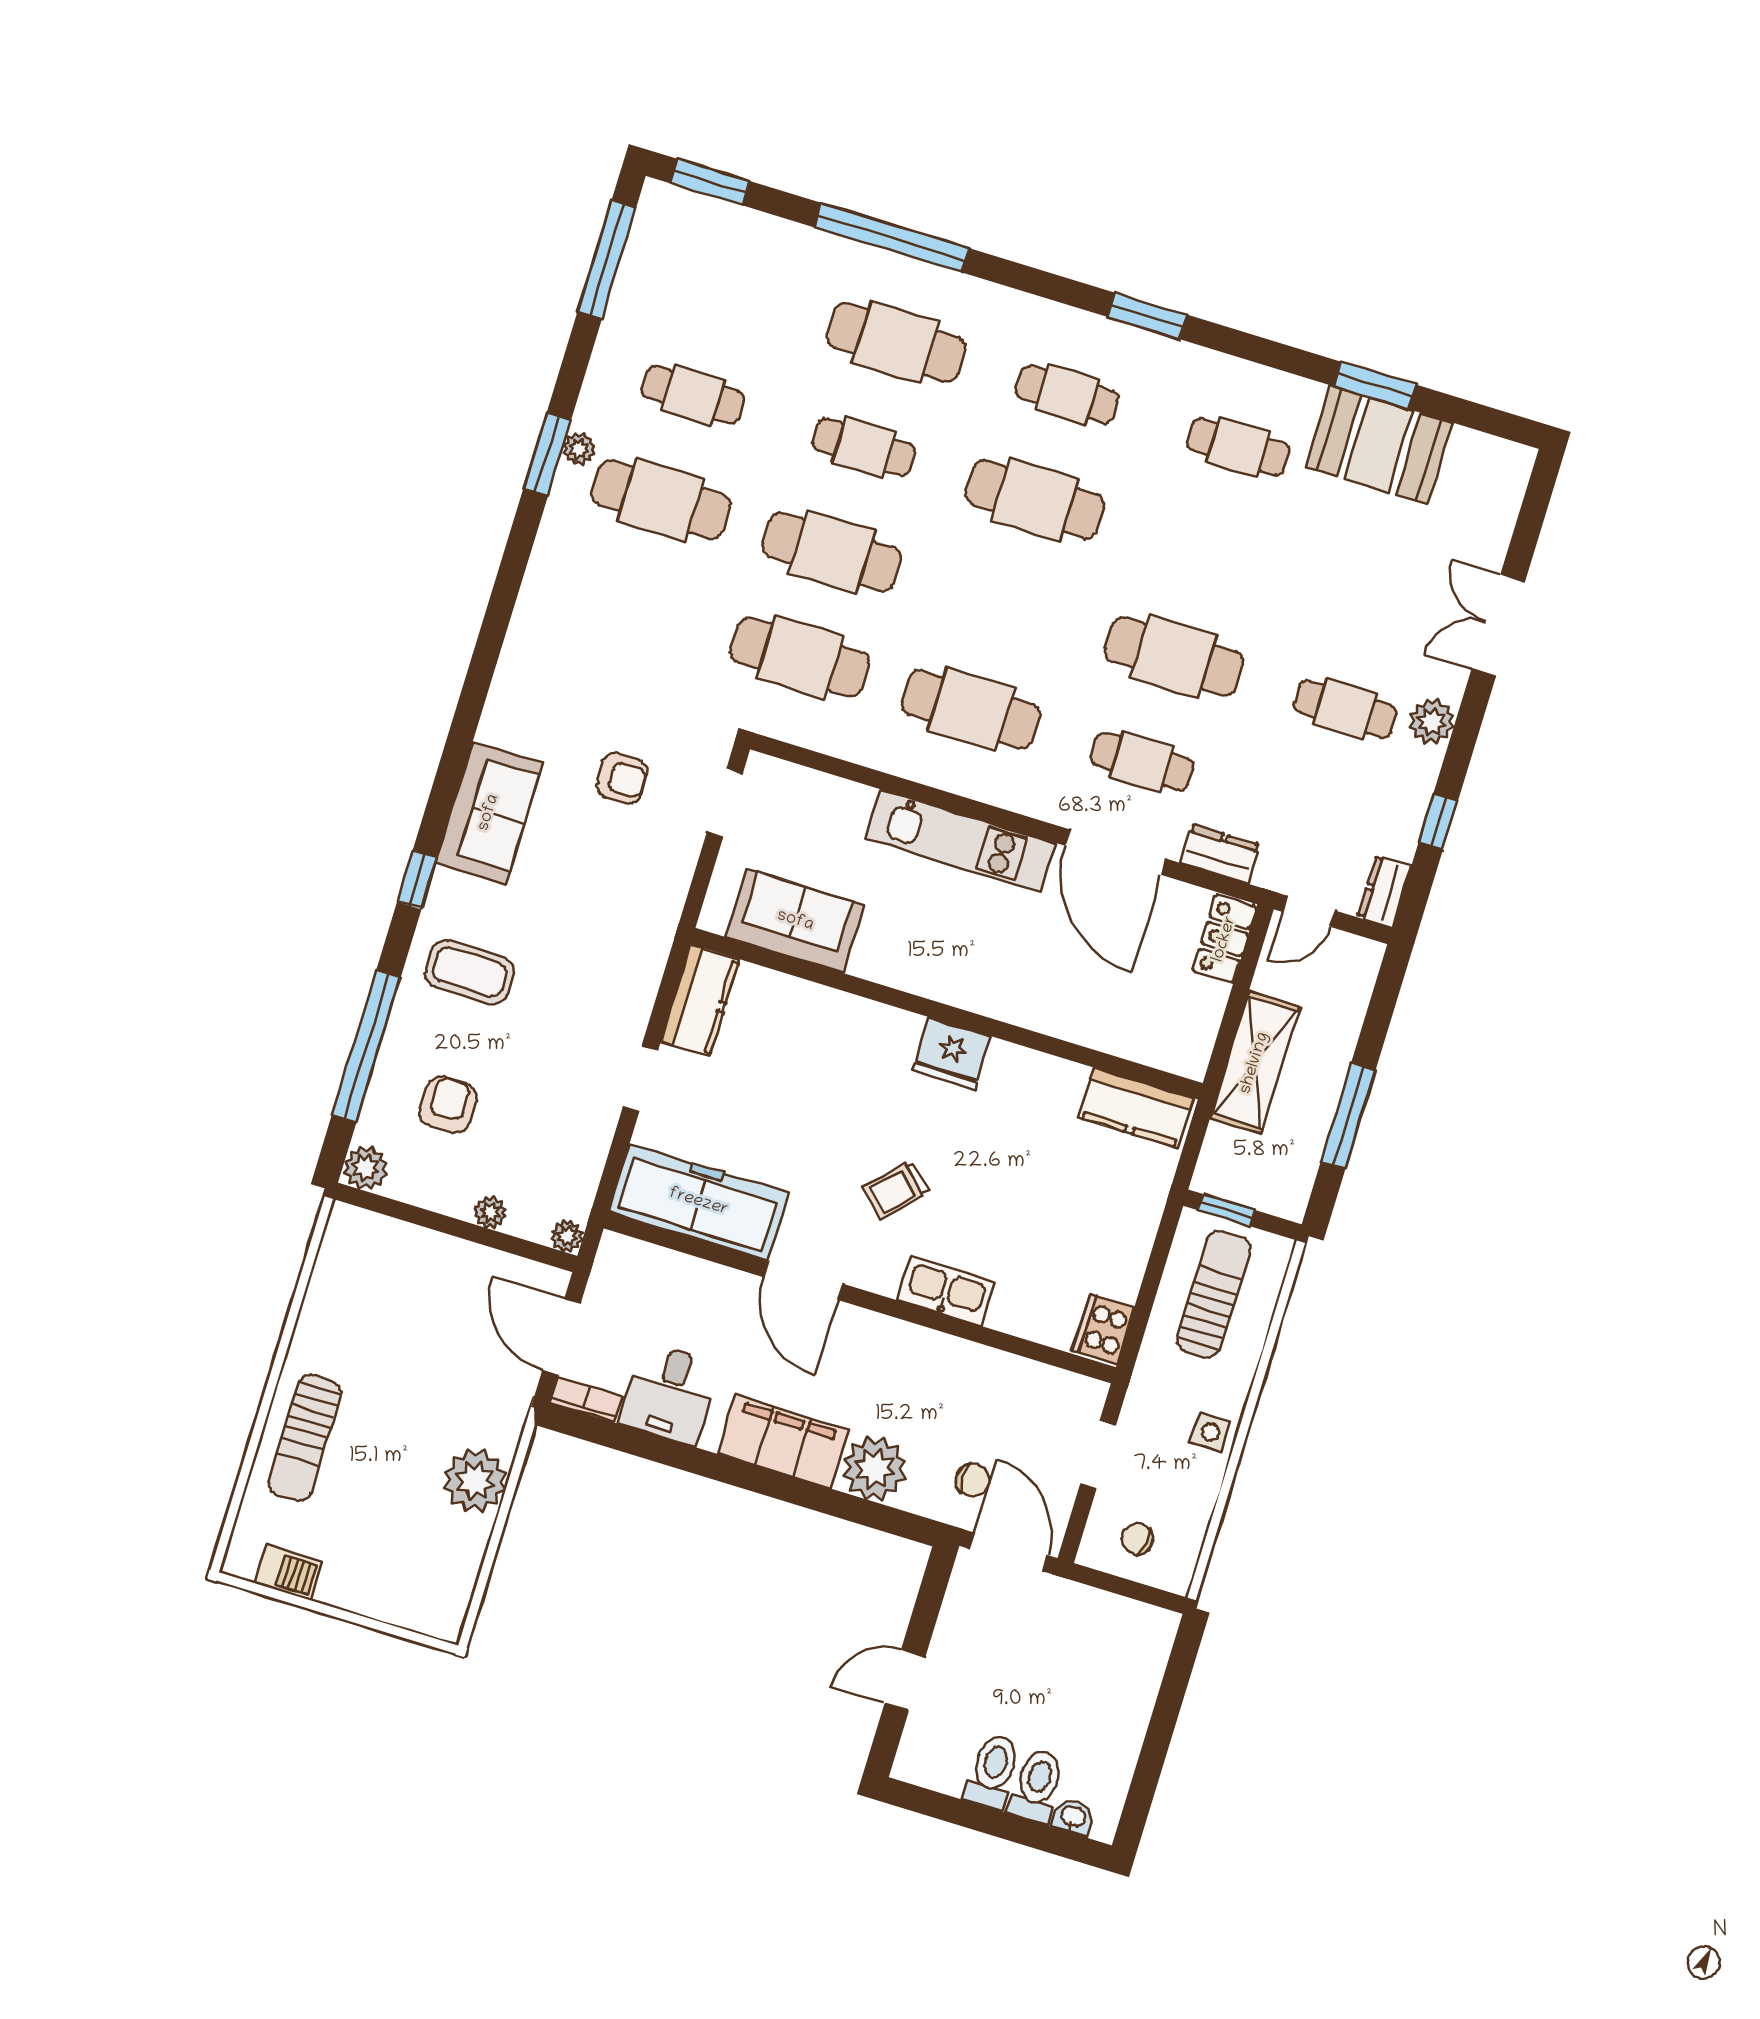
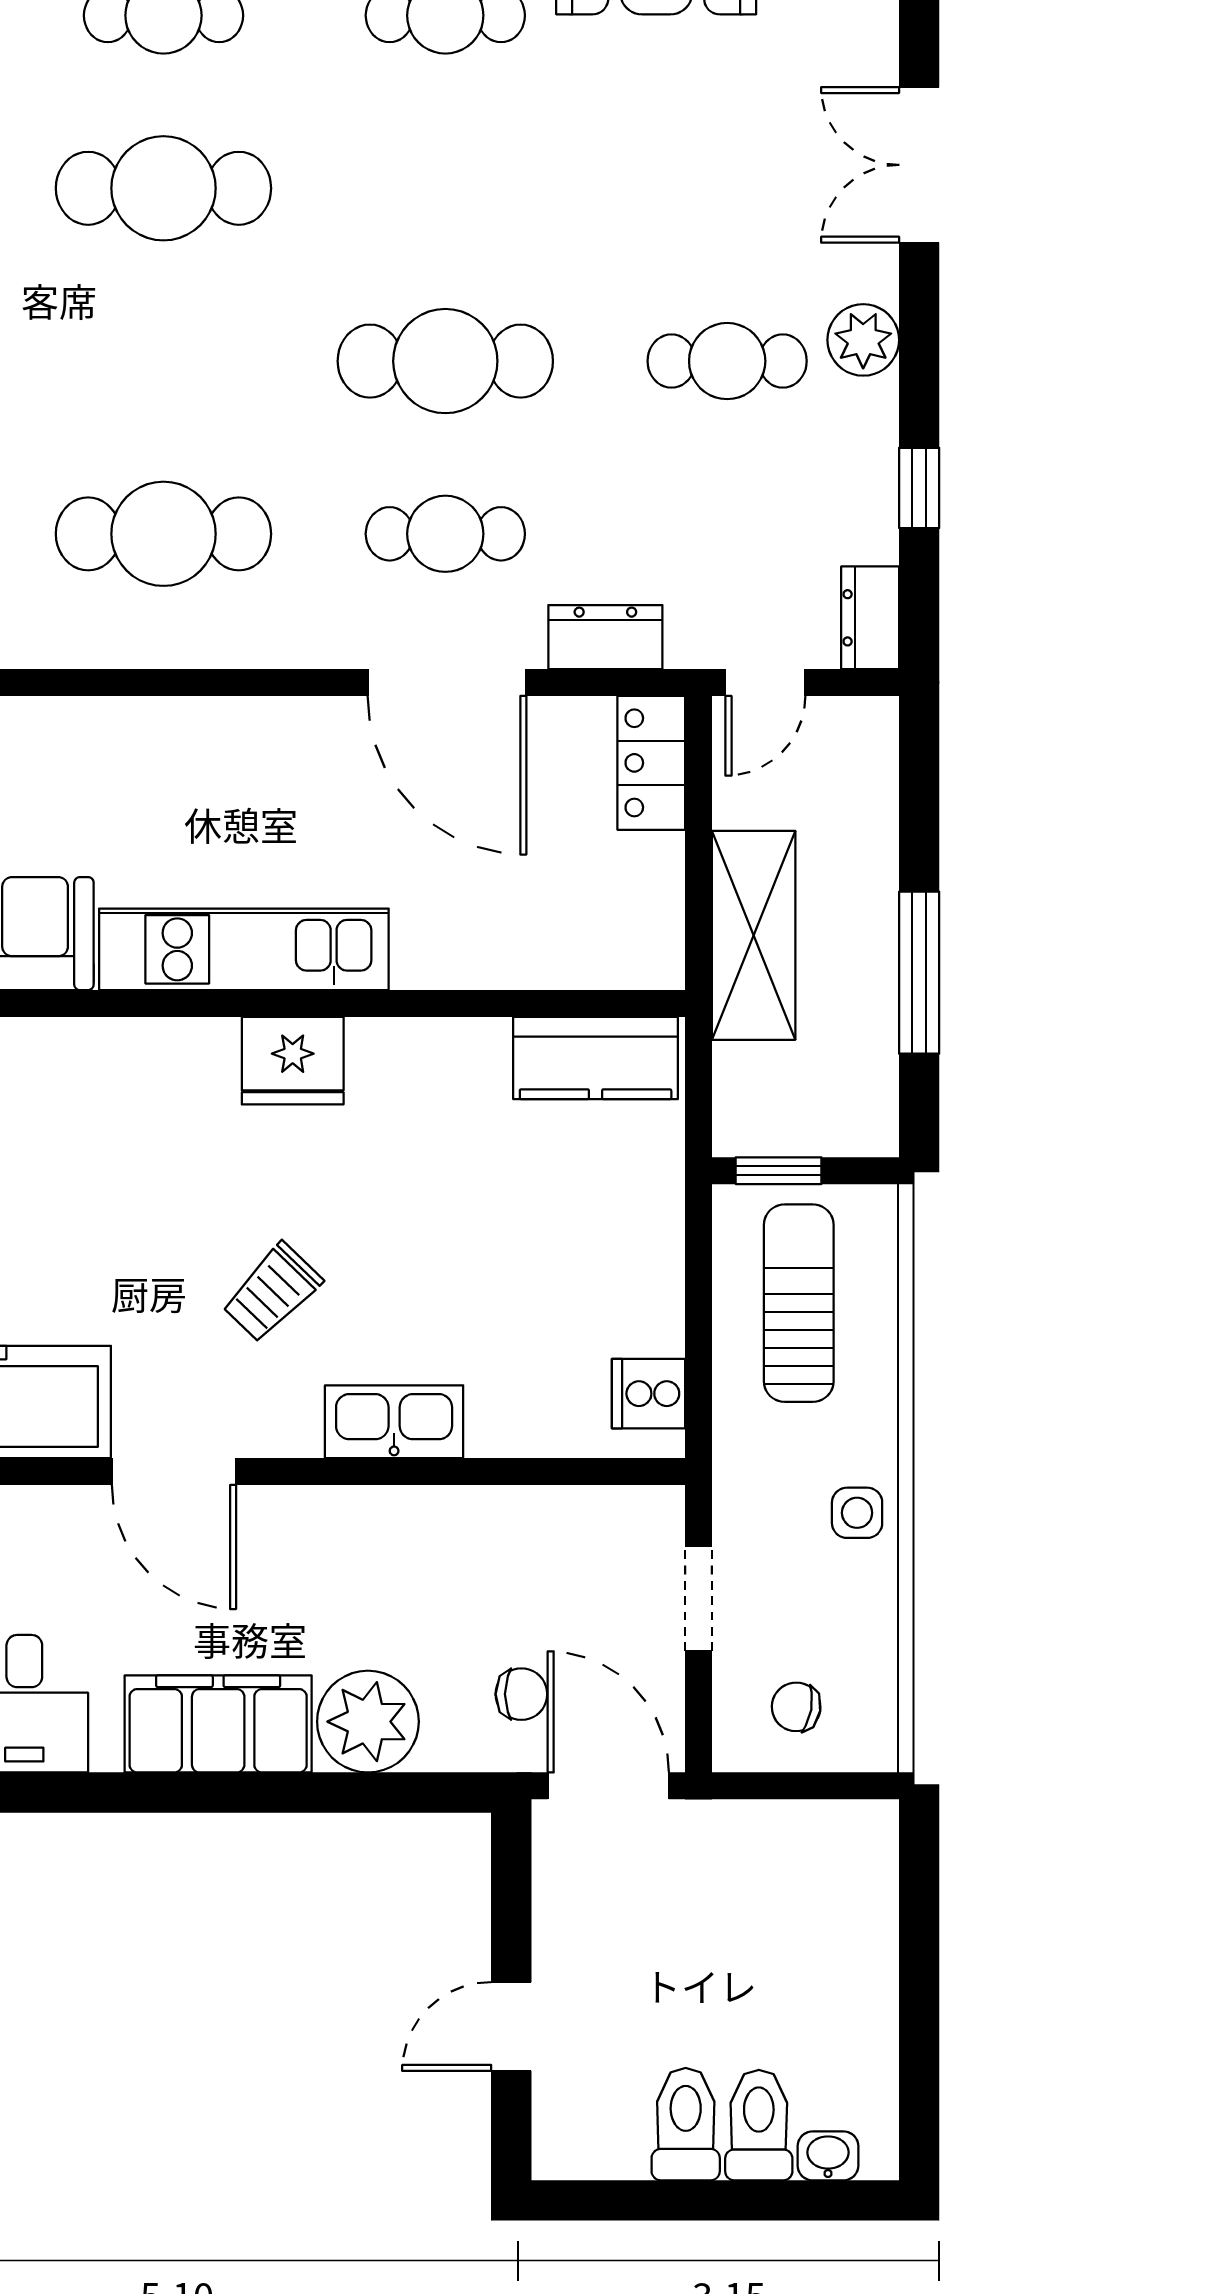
kitchen unit: (961, 841) -> (244, 949), moved, turned 180
cooker: (1103, 1329) -> (648, 1394), width x0.73

